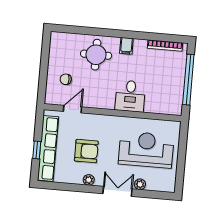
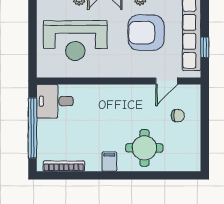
desk: (130, 96) -> (55, 101), moved, turned -90
window: (37, 150) -> (205, 47), moved
armchair: (86, 151) -> (146, 33), width x1.36, depth x1.36

